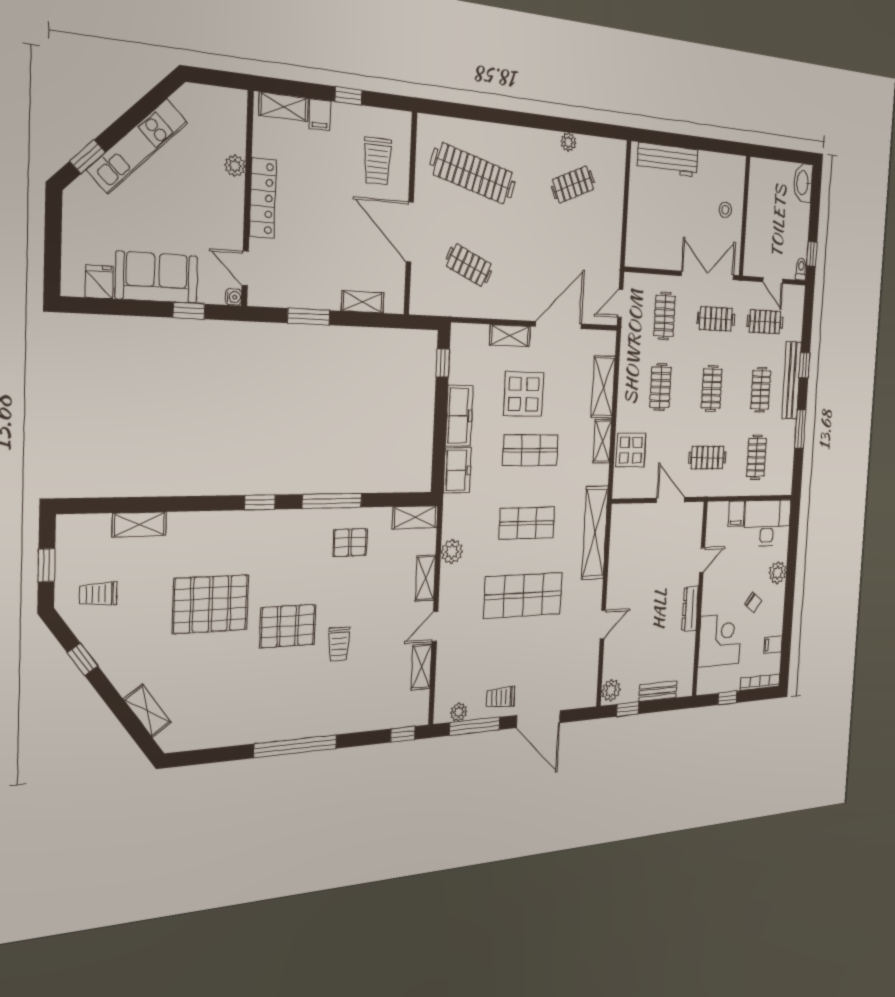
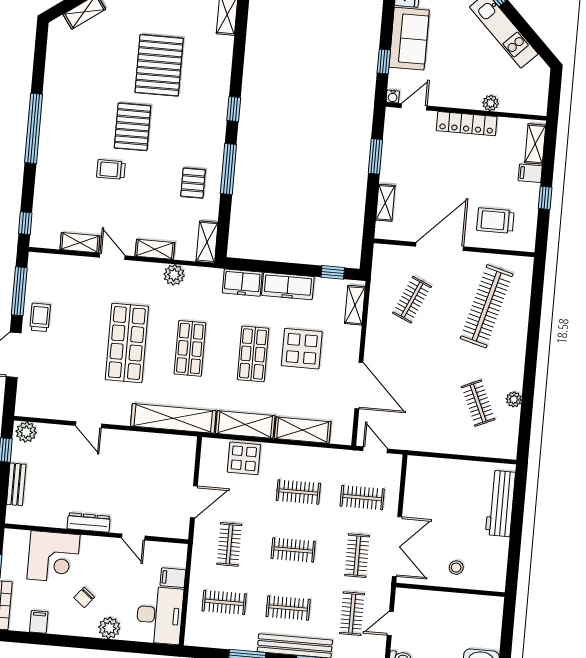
shelving: (510, 336) -> (355, 305), moved
shelving: (603, 441) -> (245, 425), width x1.50, depth x1.33
plant: (459, 712) -> (35, 276), removed

